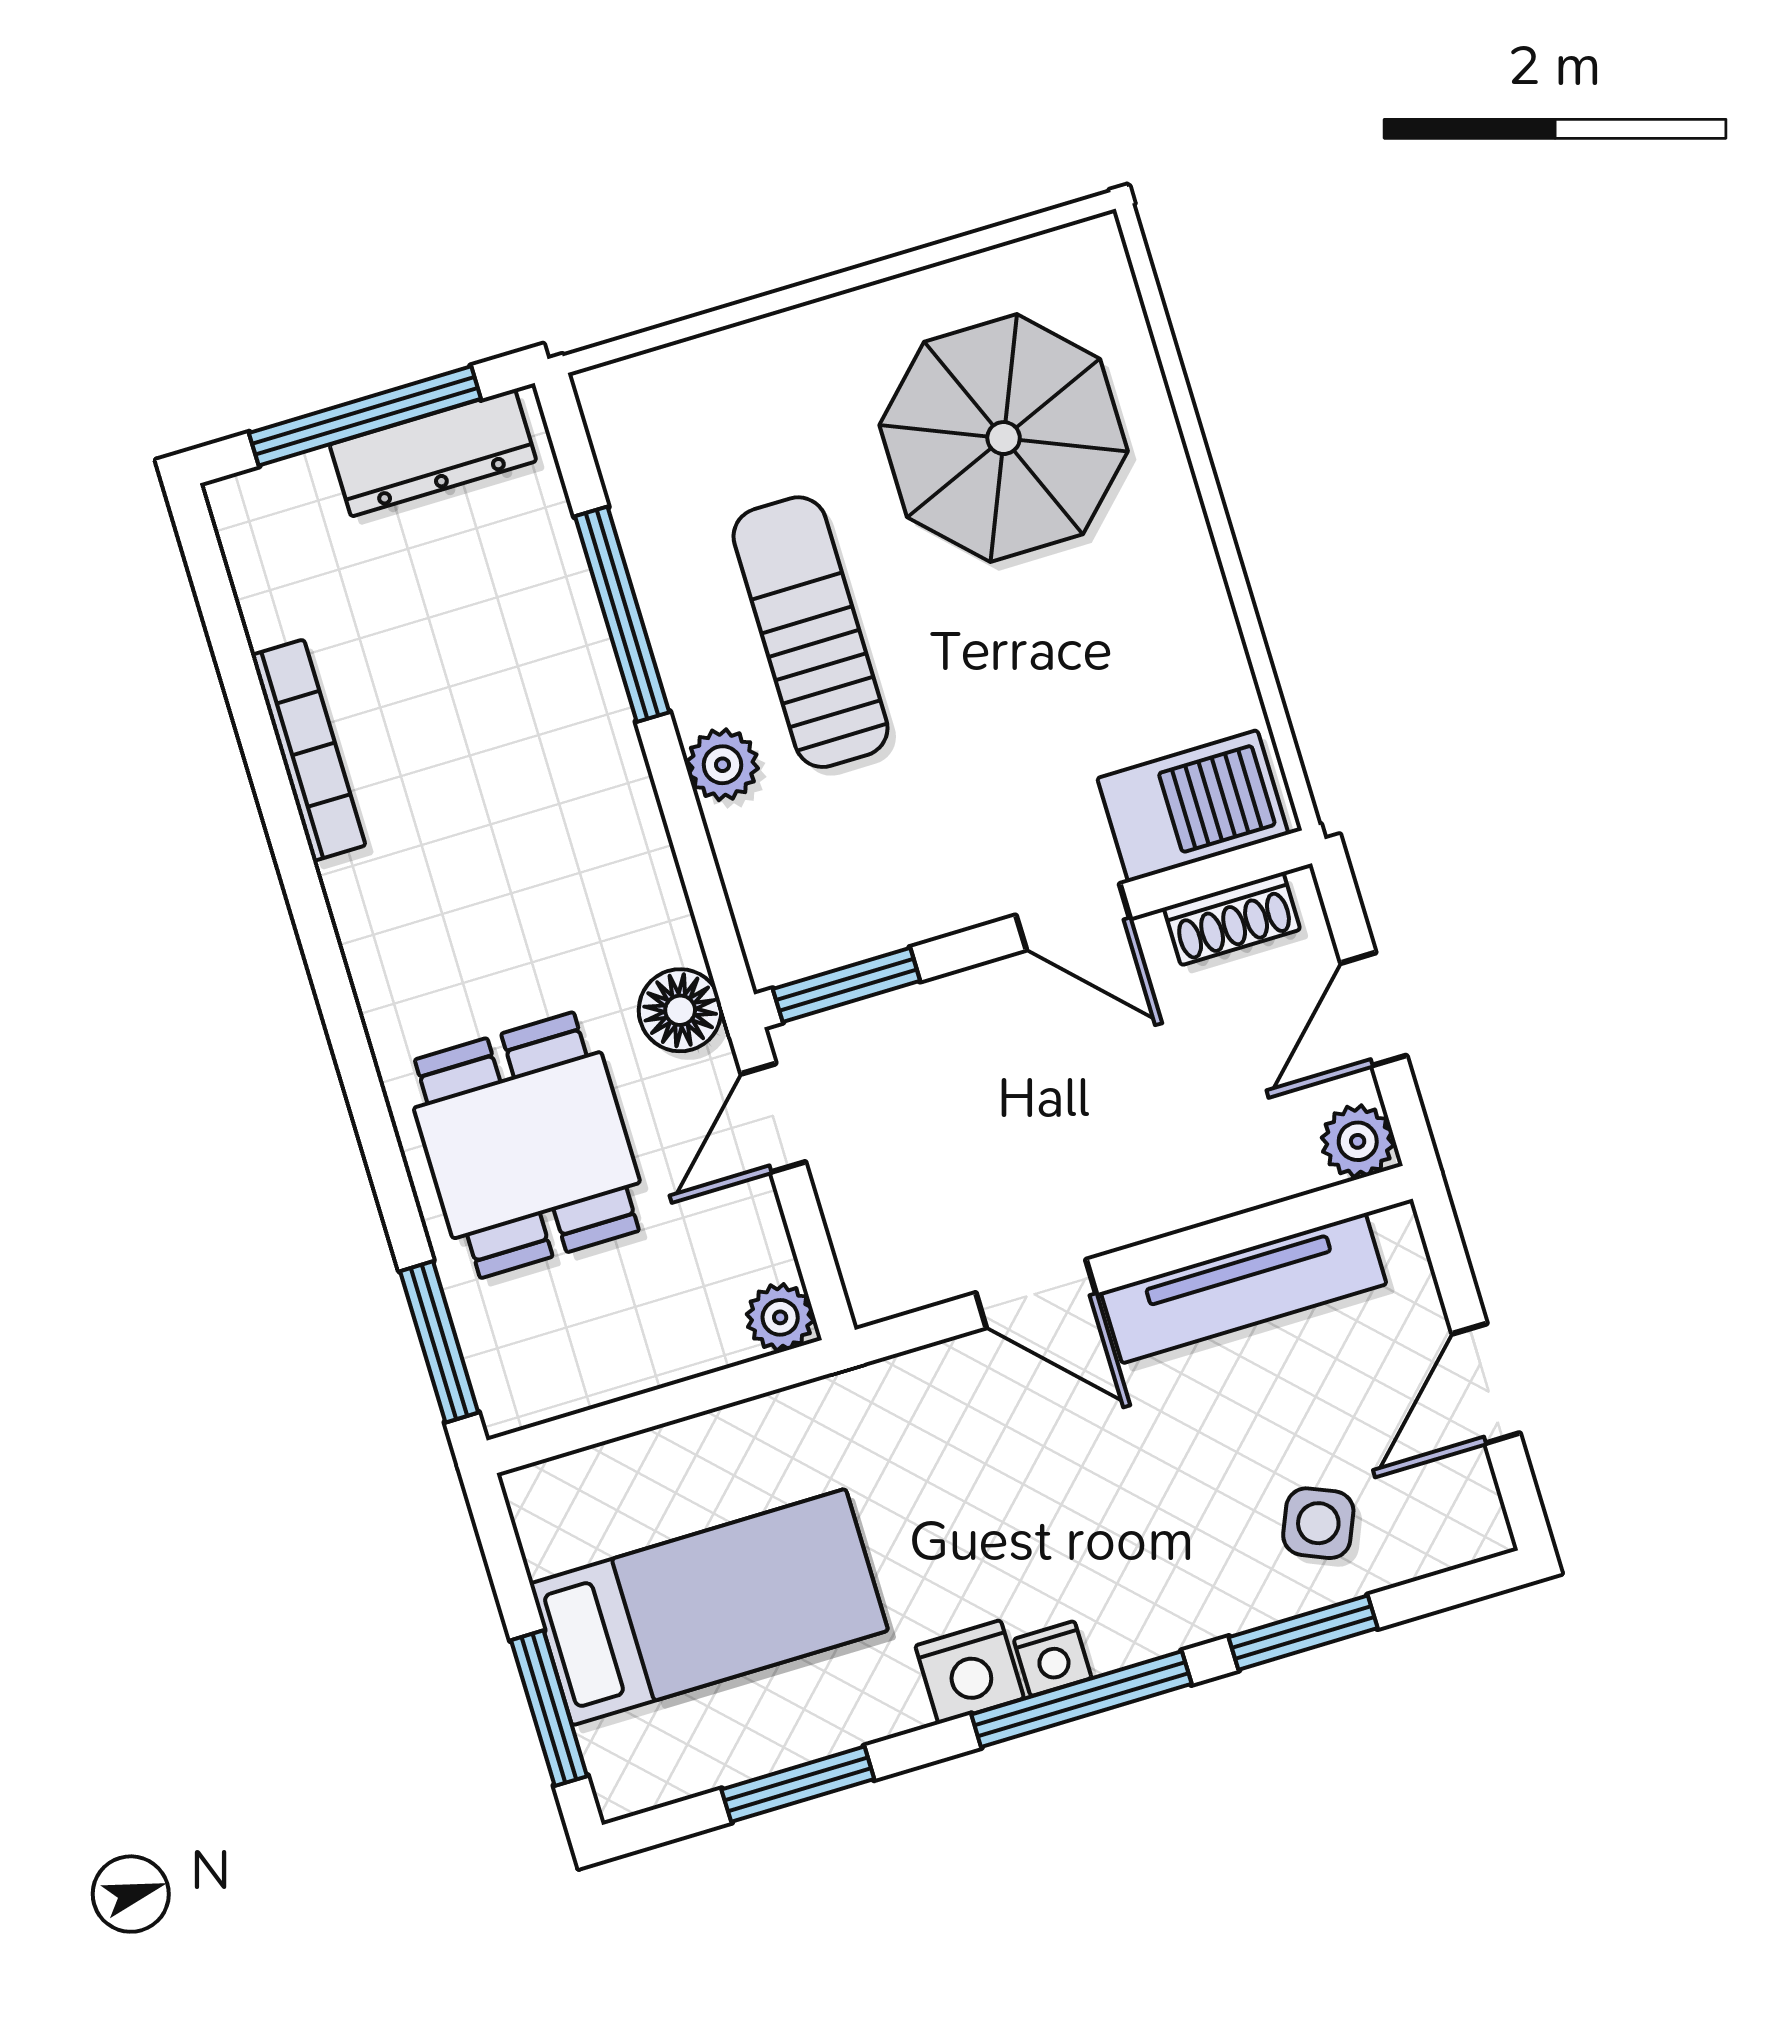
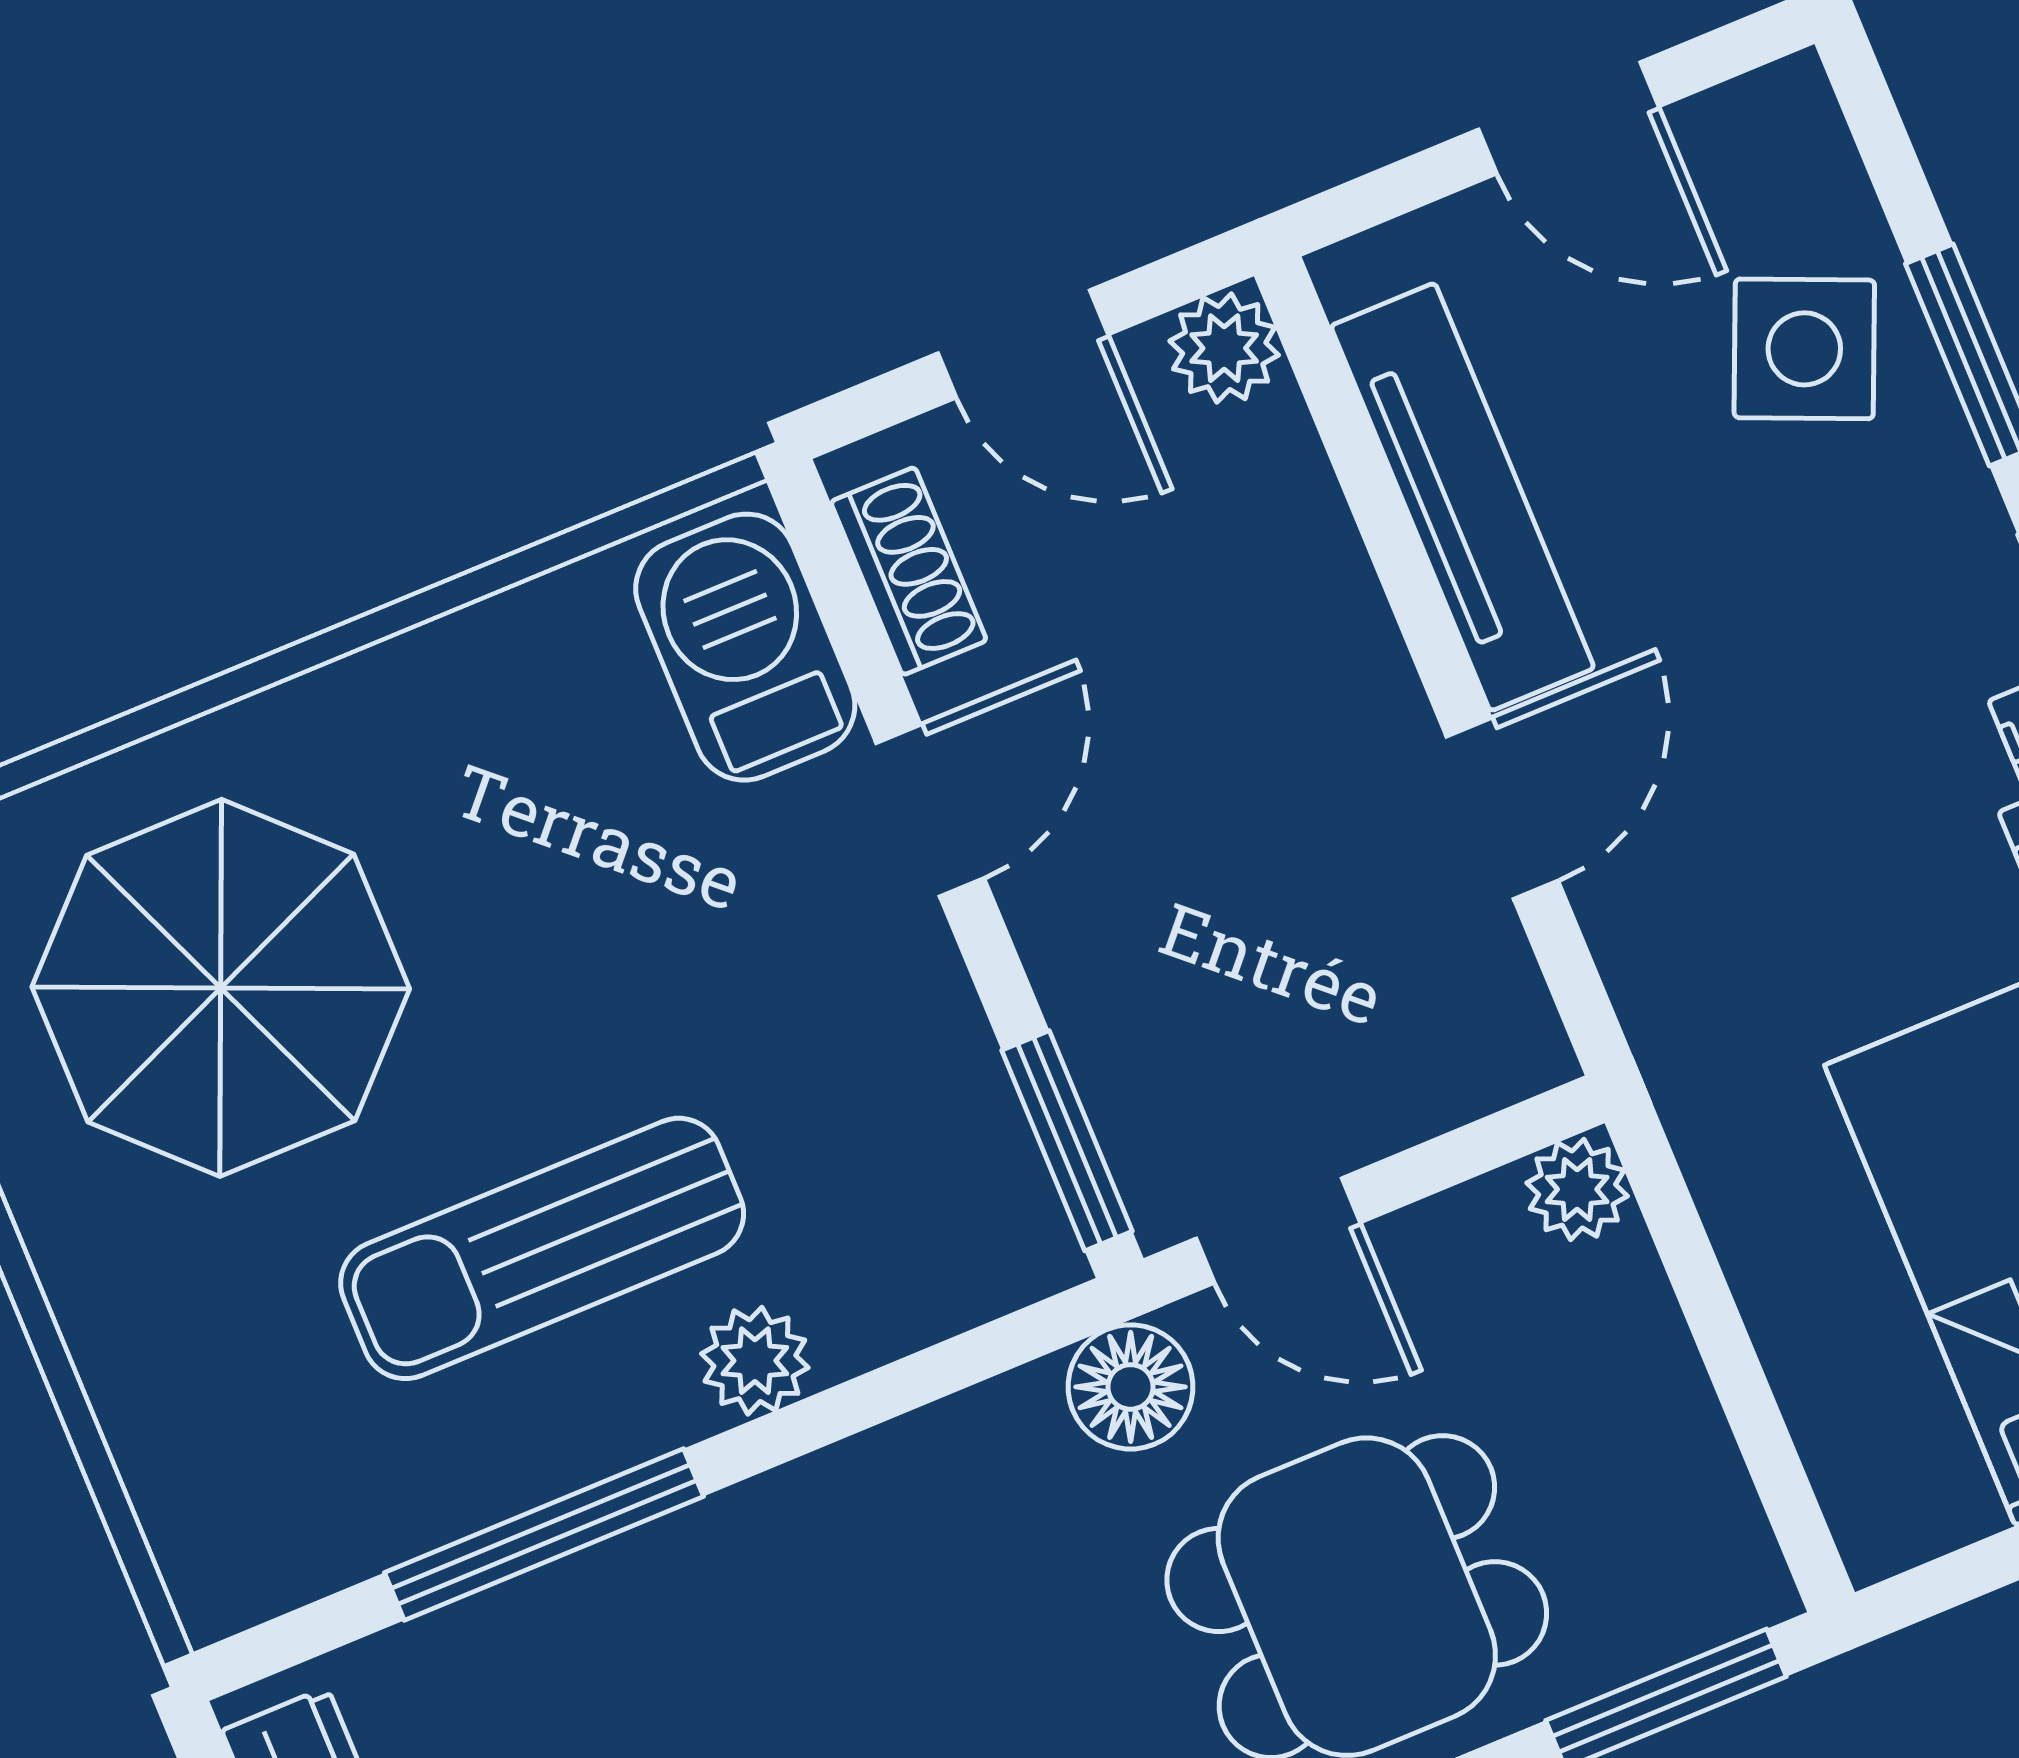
side table: (1318, 1523) -> (1804, 349), width x1.37, depth x1.37

